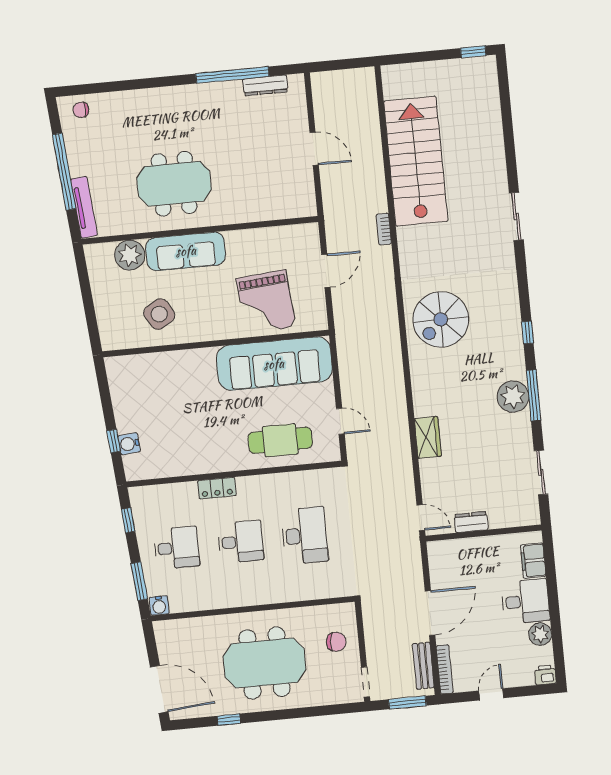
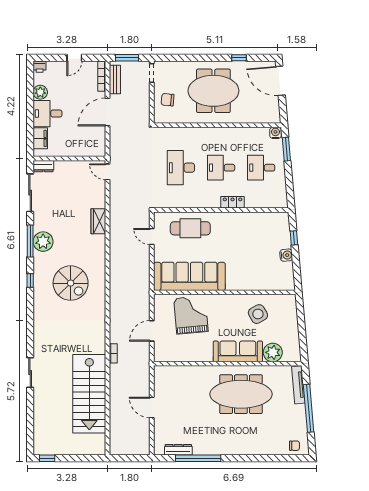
meeting table: (174, 184) -> (241, 394), width x1.36
sliding door: (516, 216) -> (30, 373), moved
spiral stairs: (441, 319) -> (71, 283), moved, turned 90
water cooler: (129, 444) -> (286, 255), moved
sliding door: (541, 472) -> (30, 193), width x1.37
window: (128, 520) -> (290, 188), removed
dresser: (471, 522) -> (43, 166), moved

